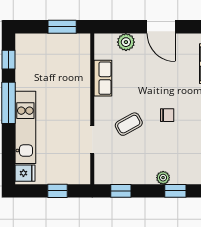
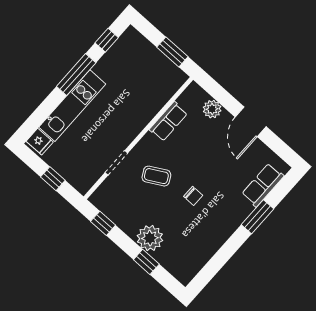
plant: (163, 178) -> (150, 238), width x1.88, depth x1.88

